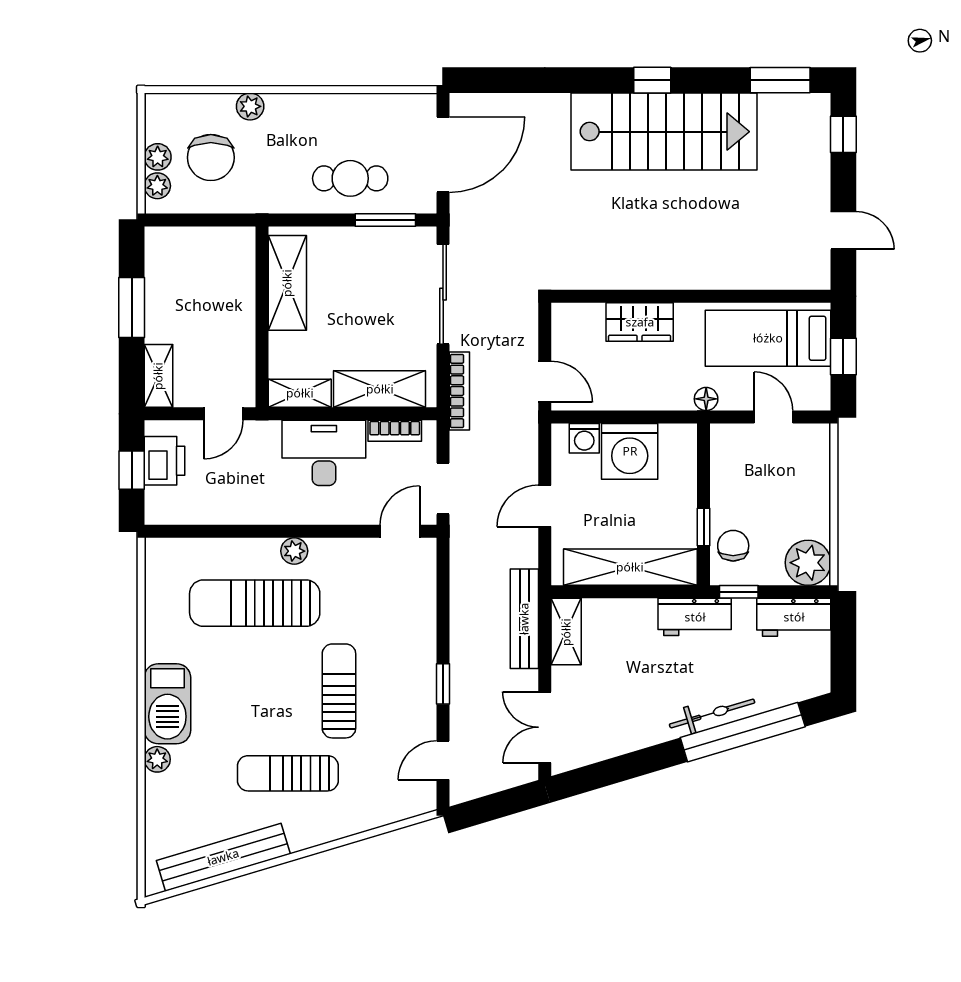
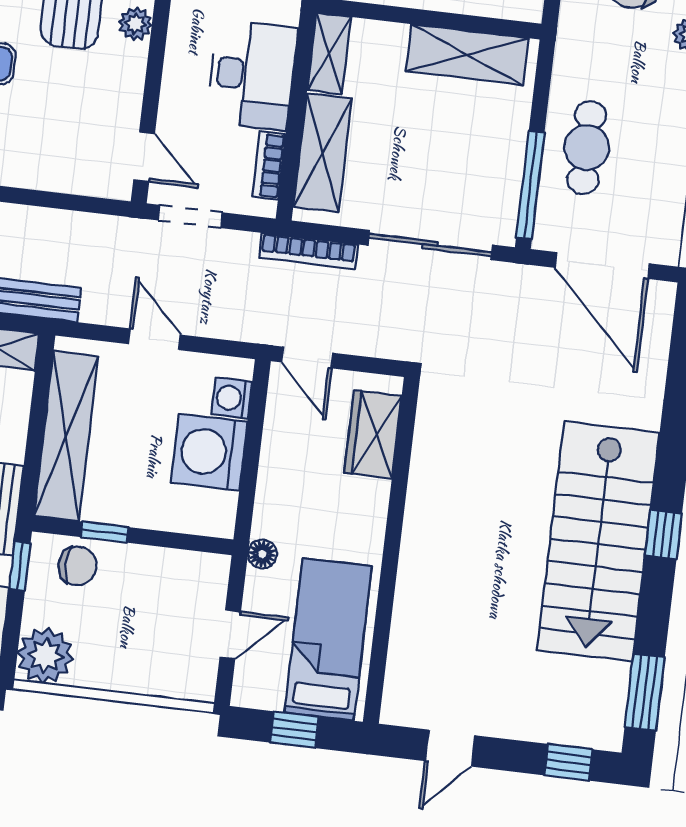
window: (385, 220) -> (530, 185), width x1.44
wardrobe: (640, 322) -> (373, 434), moved
door: (545, 382) -> (307, 358), hinge flipped

